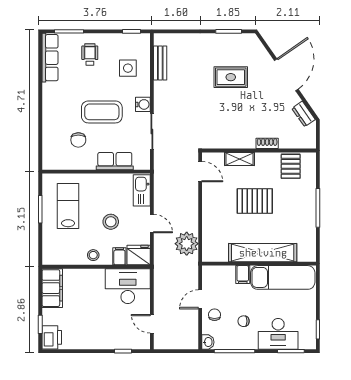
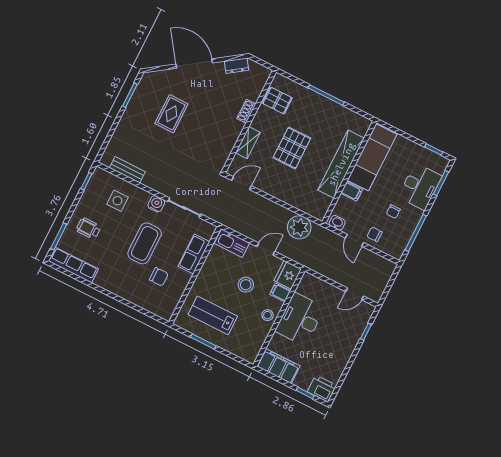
desk: (128, 286) -> (300, 319), moved
washbasin: (208, 342) -> (337, 223), moved

